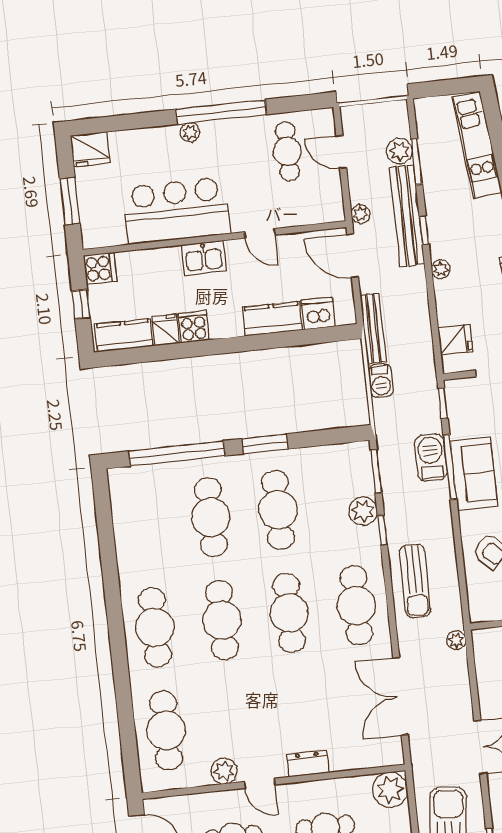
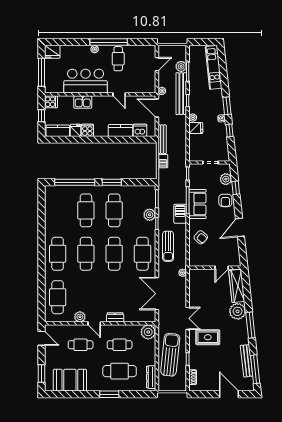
cafe table: (287, 151) -> (118, 59), moved
door: (341, 152) -> (157, 64), swing flipped
window: (70, 201) -> (41, 72), width x1.44
kitchen sink: (204, 258) -> (83, 102), moved
fridge: (455, 340) -> (196, 128), moved
barbecue: (431, 458) -> (180, 214), moved

